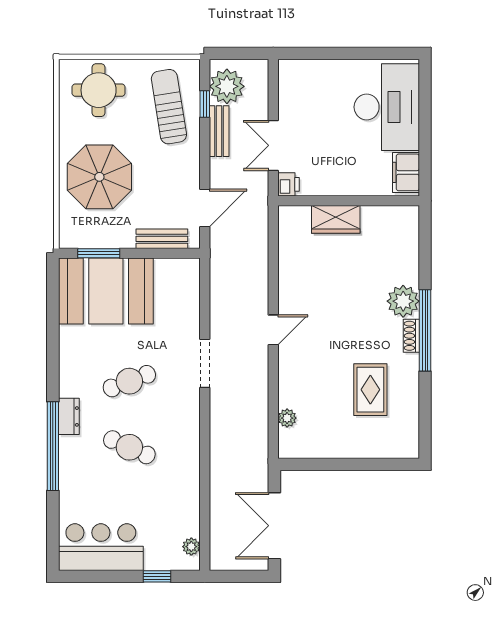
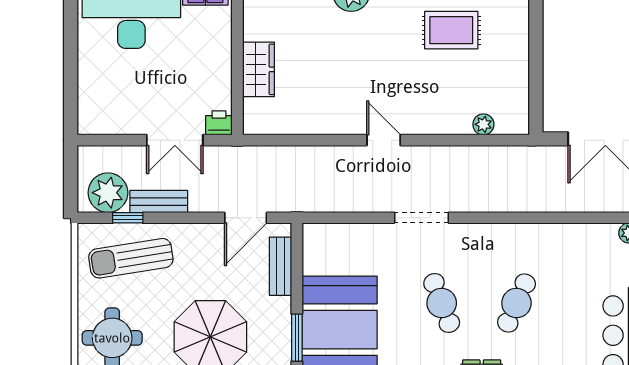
door: (205, 208) -> (246, 218), swing flipped

